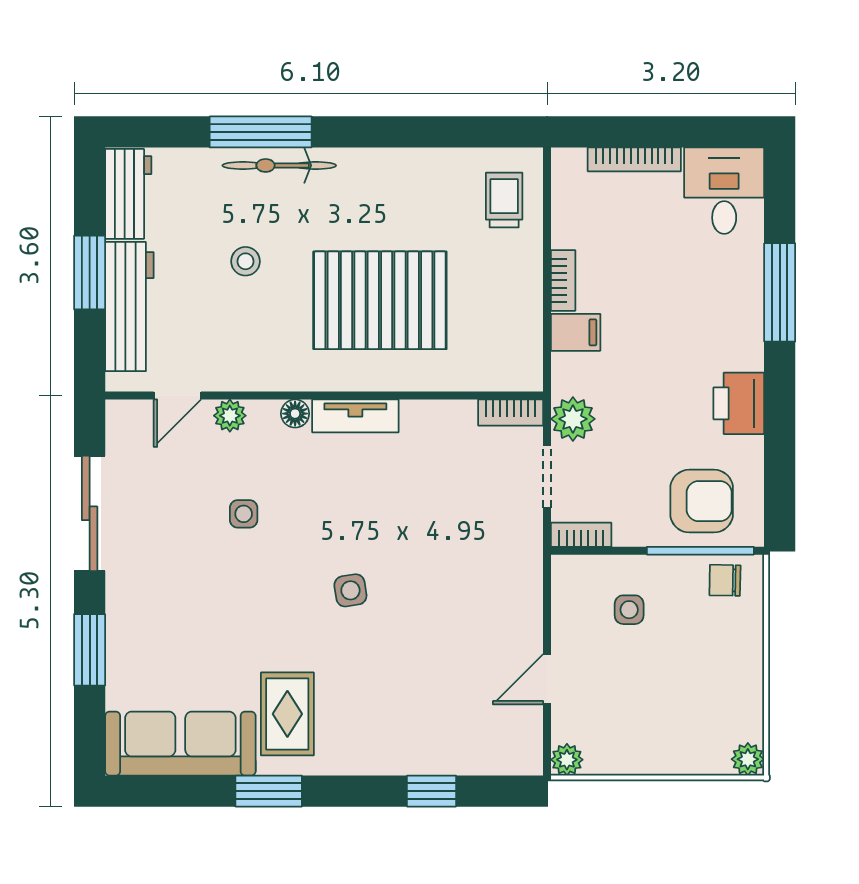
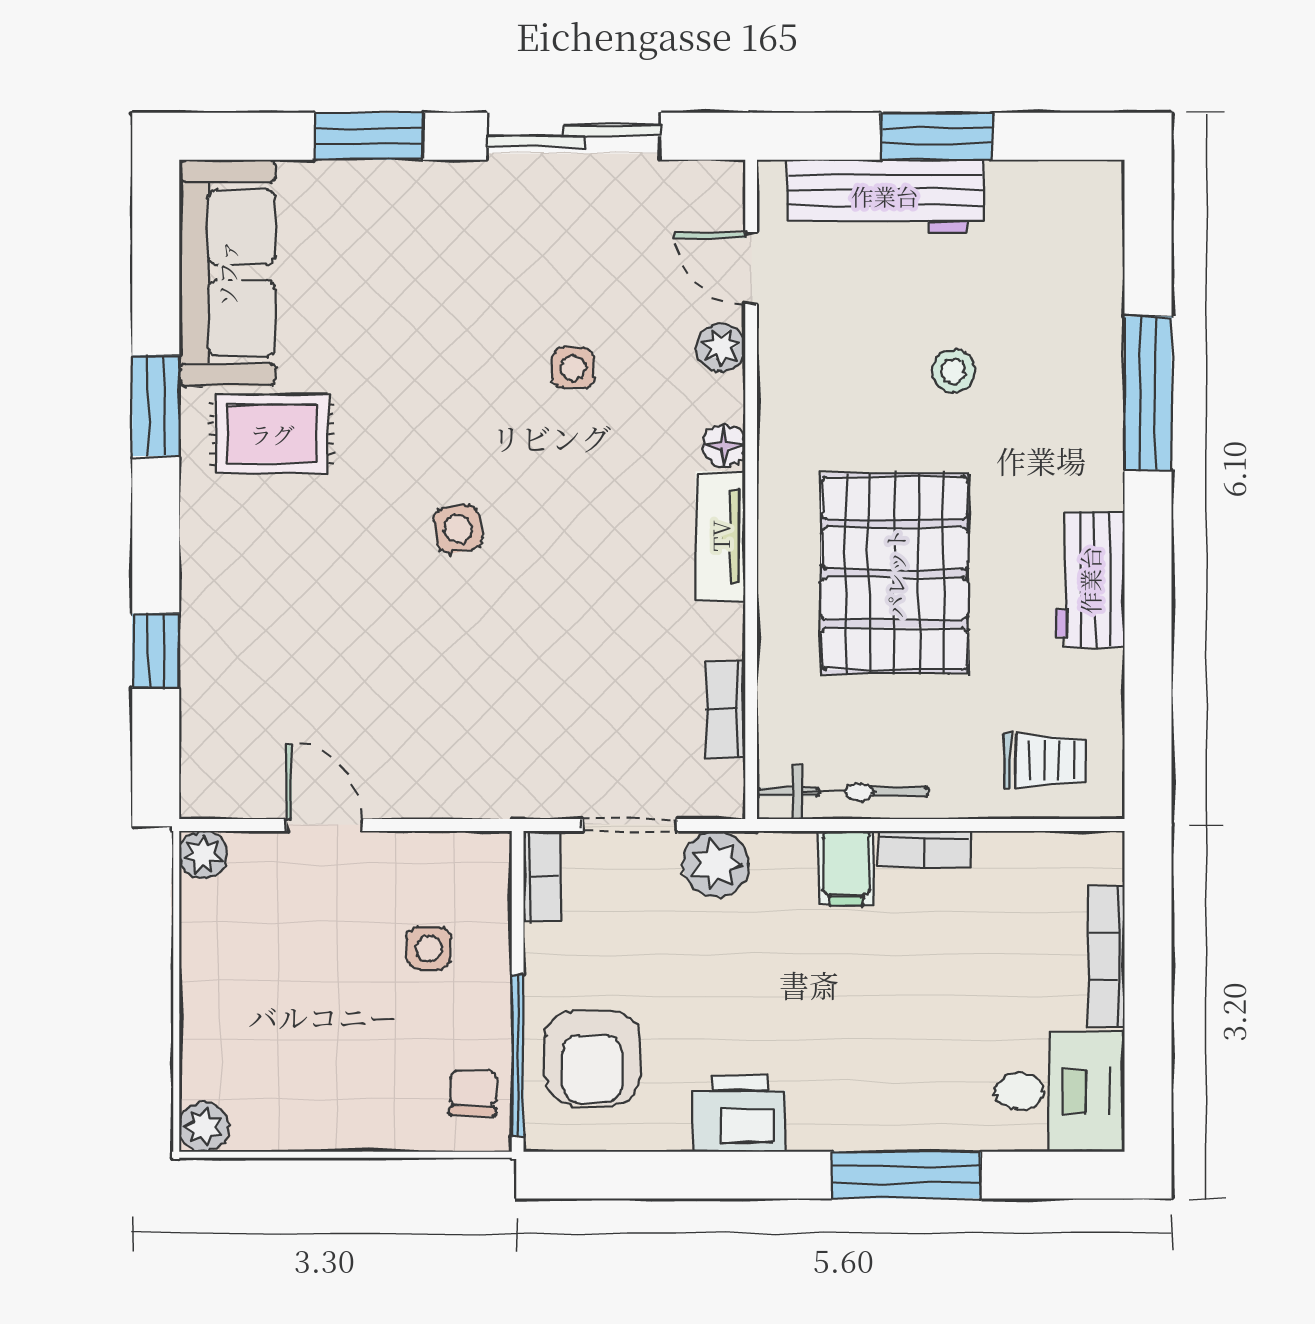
bicycle: (279, 165) -> (842, 792), moved, turned 90
workbench: (128, 194) -> (1090, 580), moved, turned 90
bookcase: (511, 413) -> (726, 709), moved

